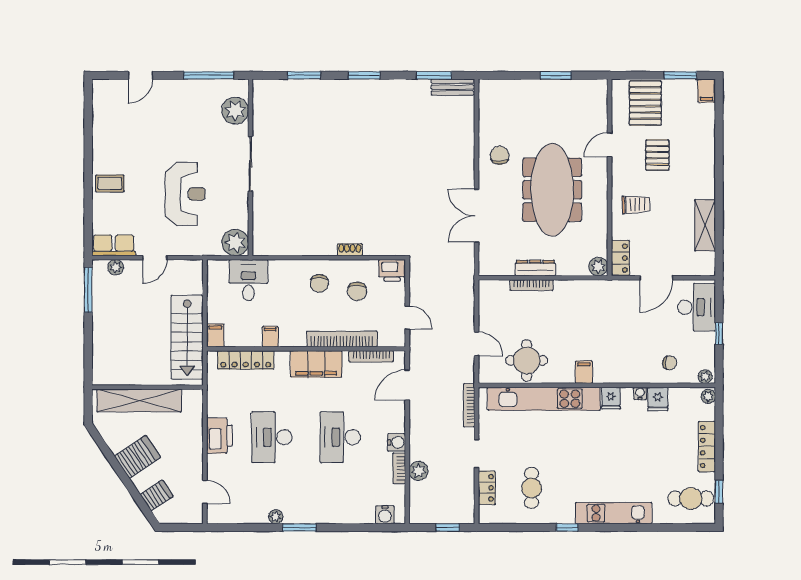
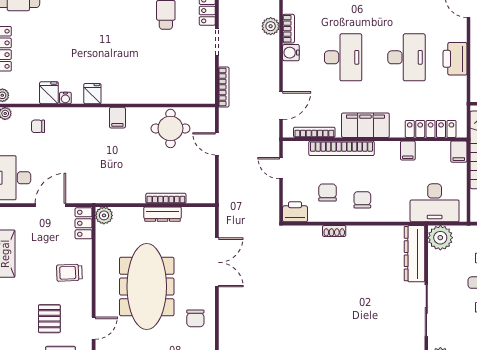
dresser: (263, 225) -> (414, 254), added
desk: (249, 280) -> (435, 203), width x1.37
kitchen unit: (544, 399) -> (154, 93), removed

